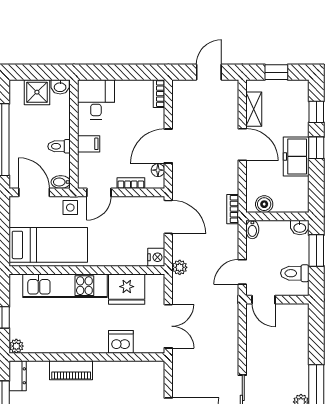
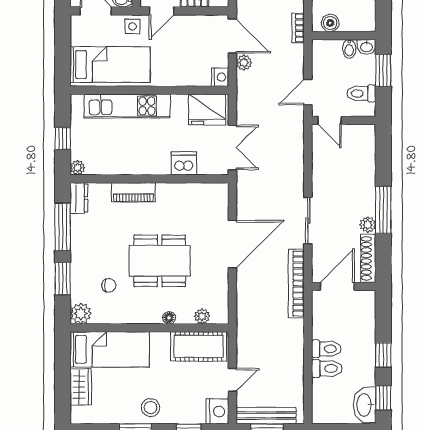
bidet: (252, 229) -> (349, 49), moved
plant: (180, 267) -> (244, 63), moved
fridge: (127, 289) -> (207, 110), moved

